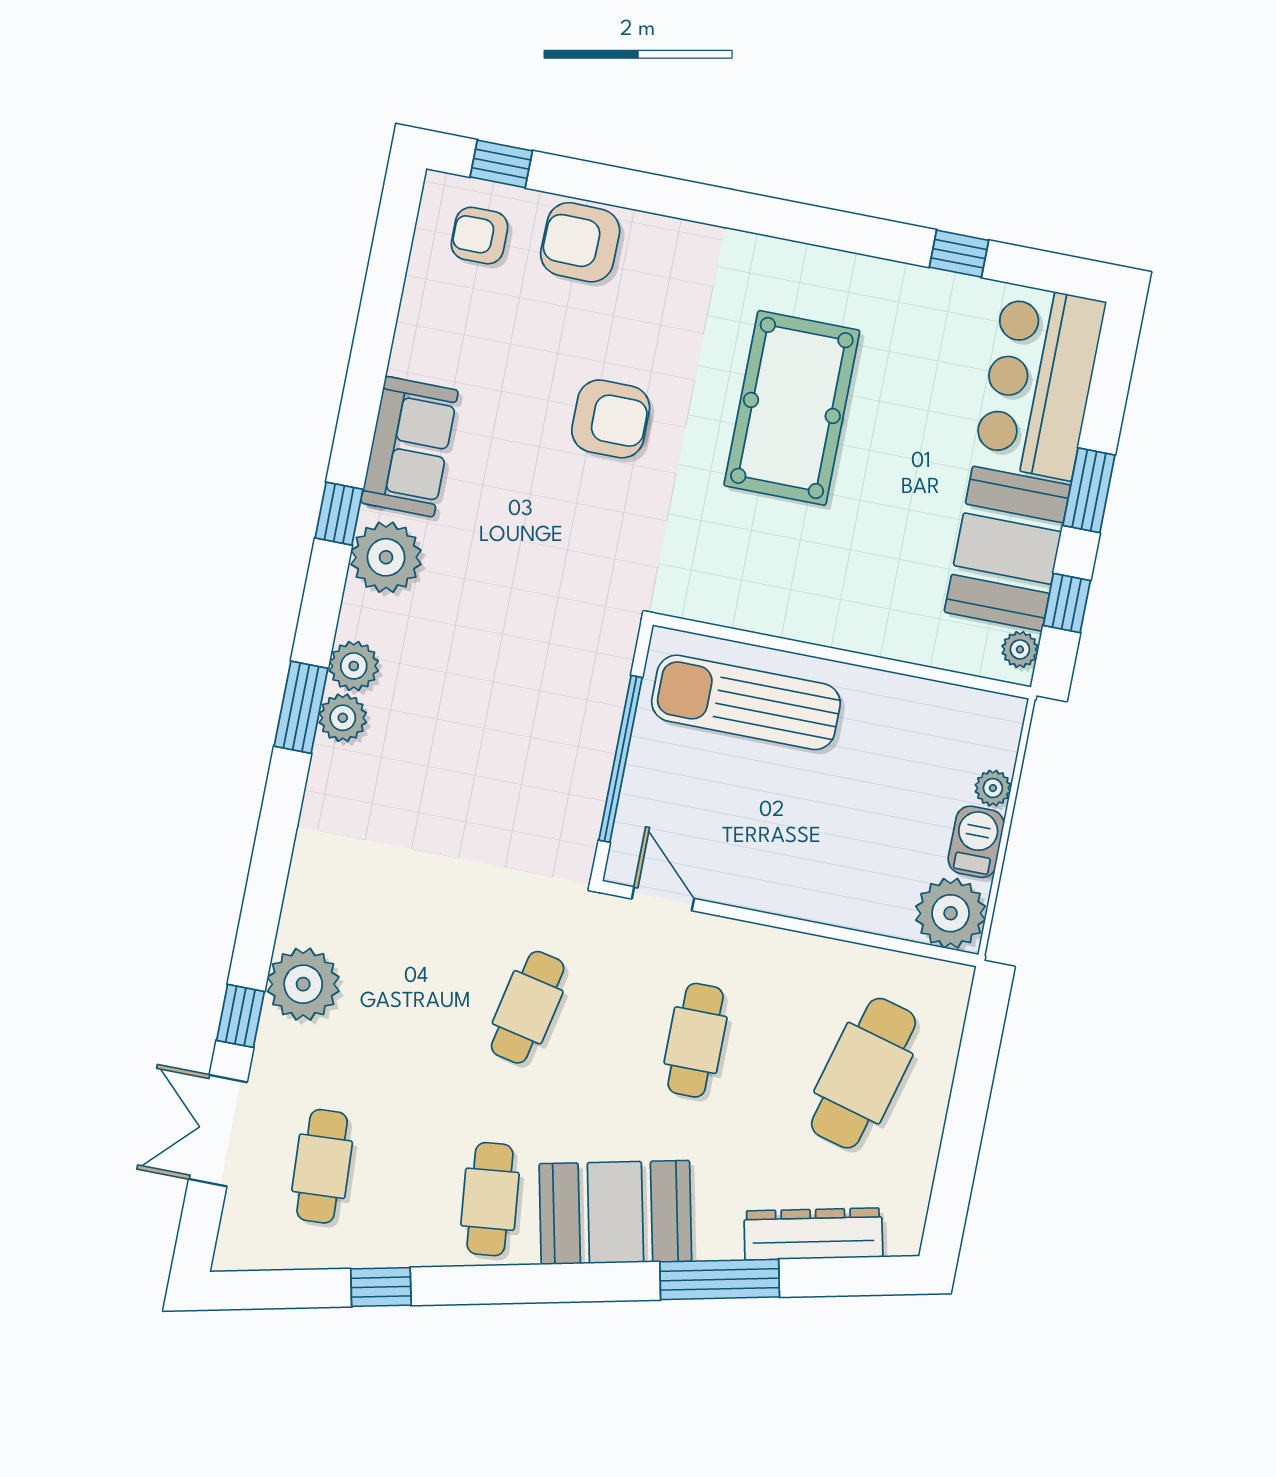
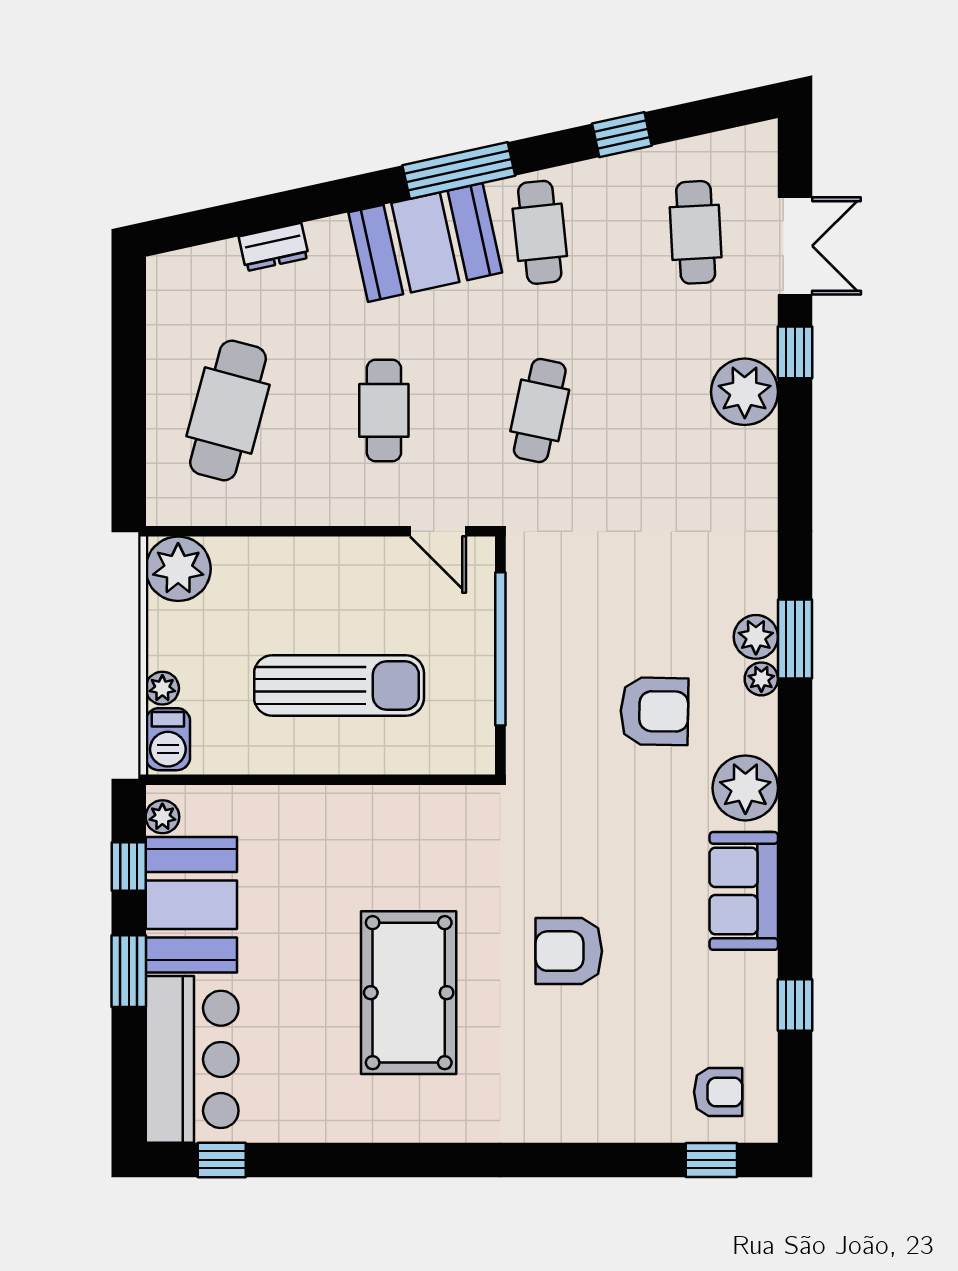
armchair: (580, 242) -> (654, 711), moved
window: (959, 254) -> (222, 1160), moved
window: (339, 514) -> (795, 1005), moved
plant: (354, 666) -> (761, 679), width x0.73, depth x0.73
sun lounger: (746, 702) -> (339, 685), moved
barbecue: (976, 842) -> (168, 739), moved
dresser: (813, 1234) -> (274, 247), width x0.51, depth x0.80
window: (720, 1279) -> (459, 170), moved

